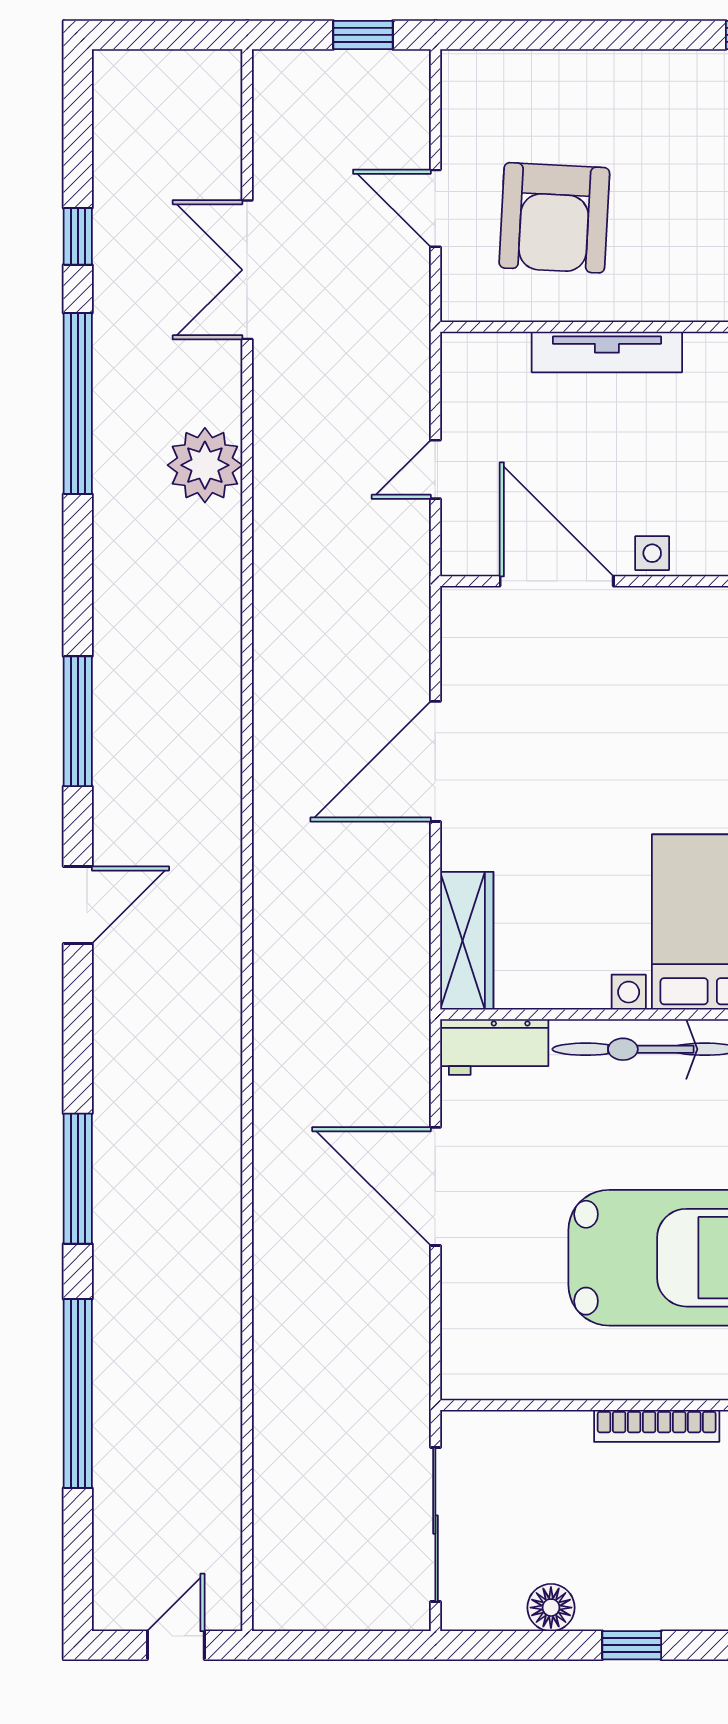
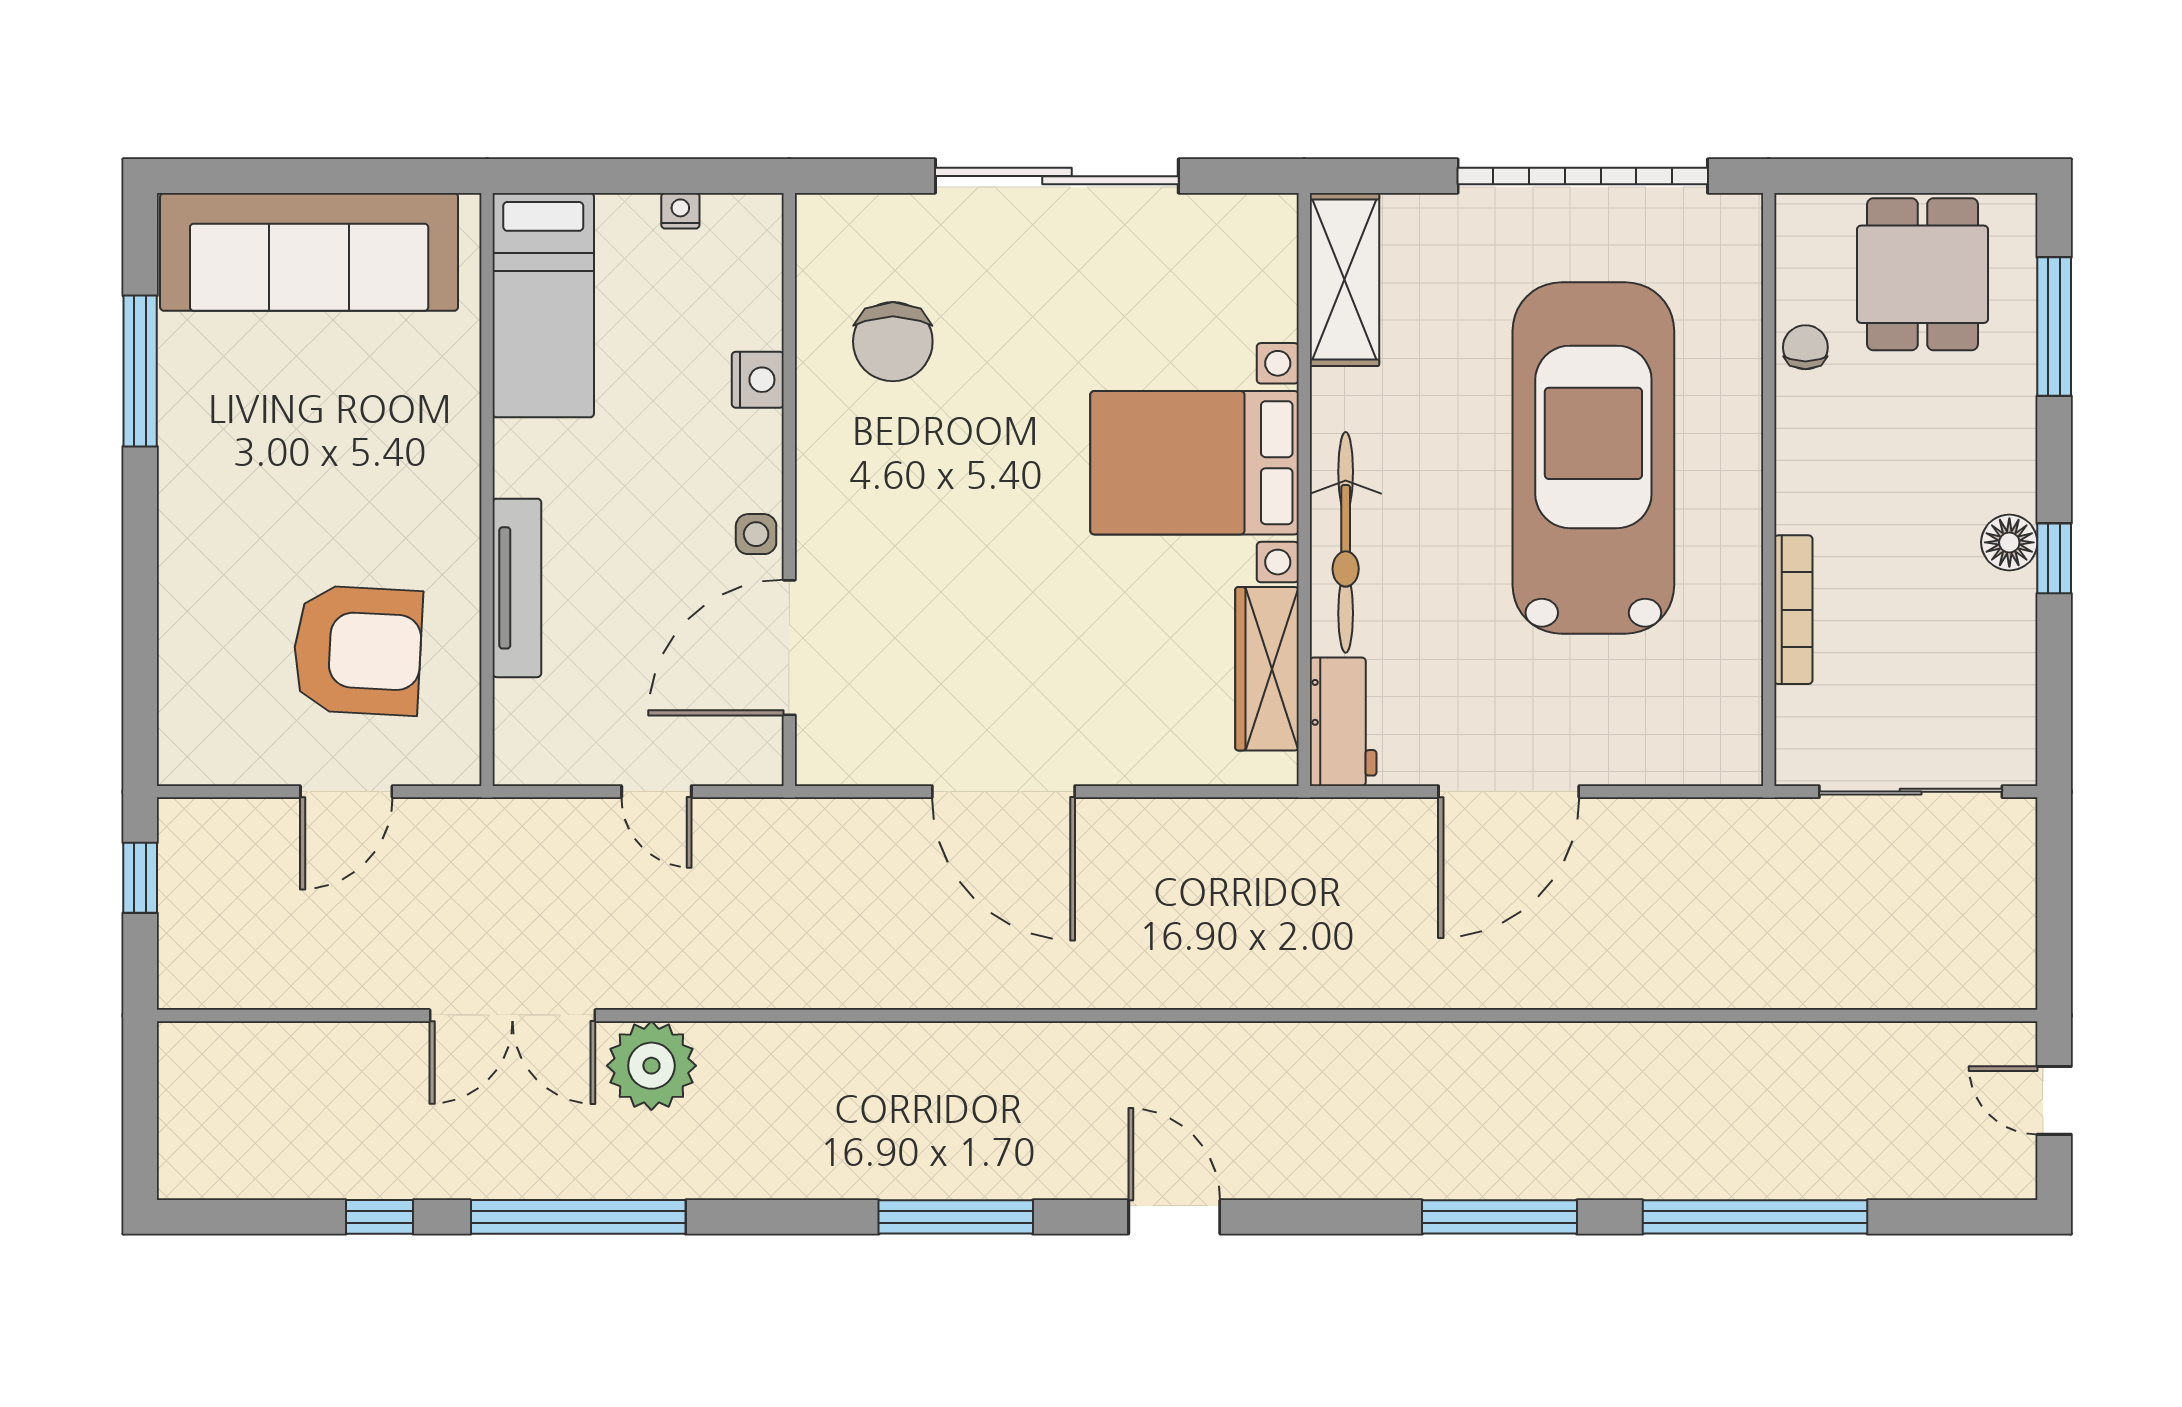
double door: (247, 270) -> (512, 1015), moved
wardrobe: (467, 941) -> (1267, 669), moved, turned -90
bookcase: (657, 1426) -> (1793, 610), moved
floor lamp: (551, 1608) -> (2009, 542), moved

